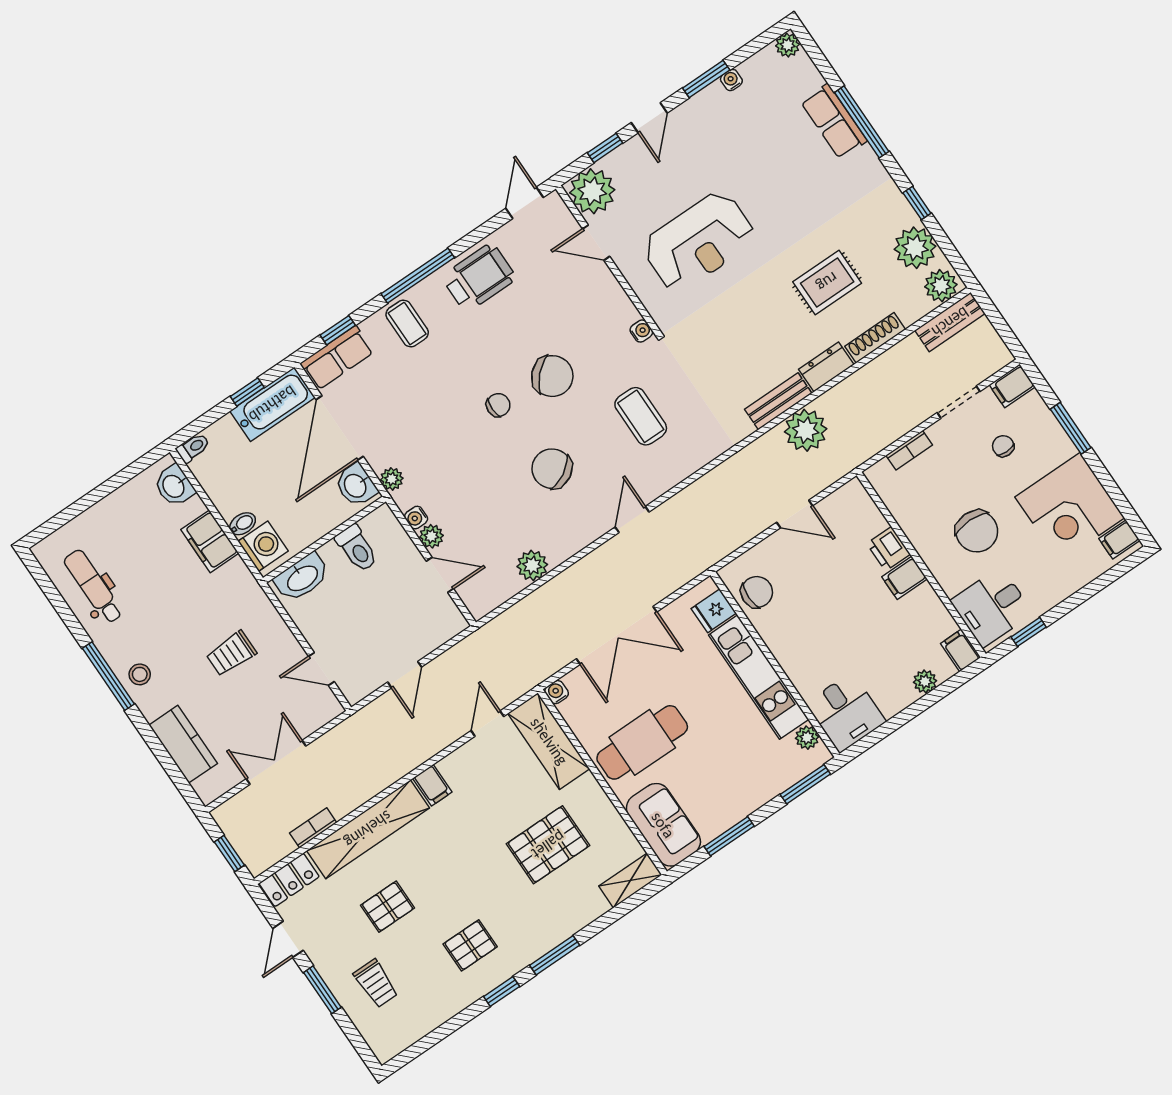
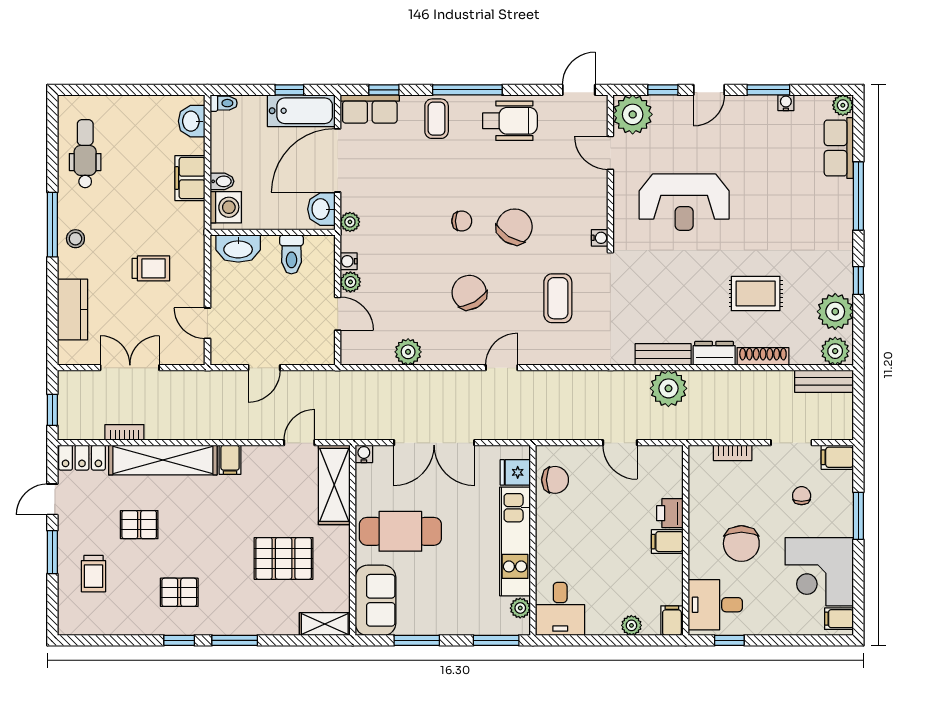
row of seats: (834, 121) -> (839, 148), moved
chair: (552, 376) -> (514, 227), turned -103
trolley: (231, 654) -> (151, 268), turned 180

